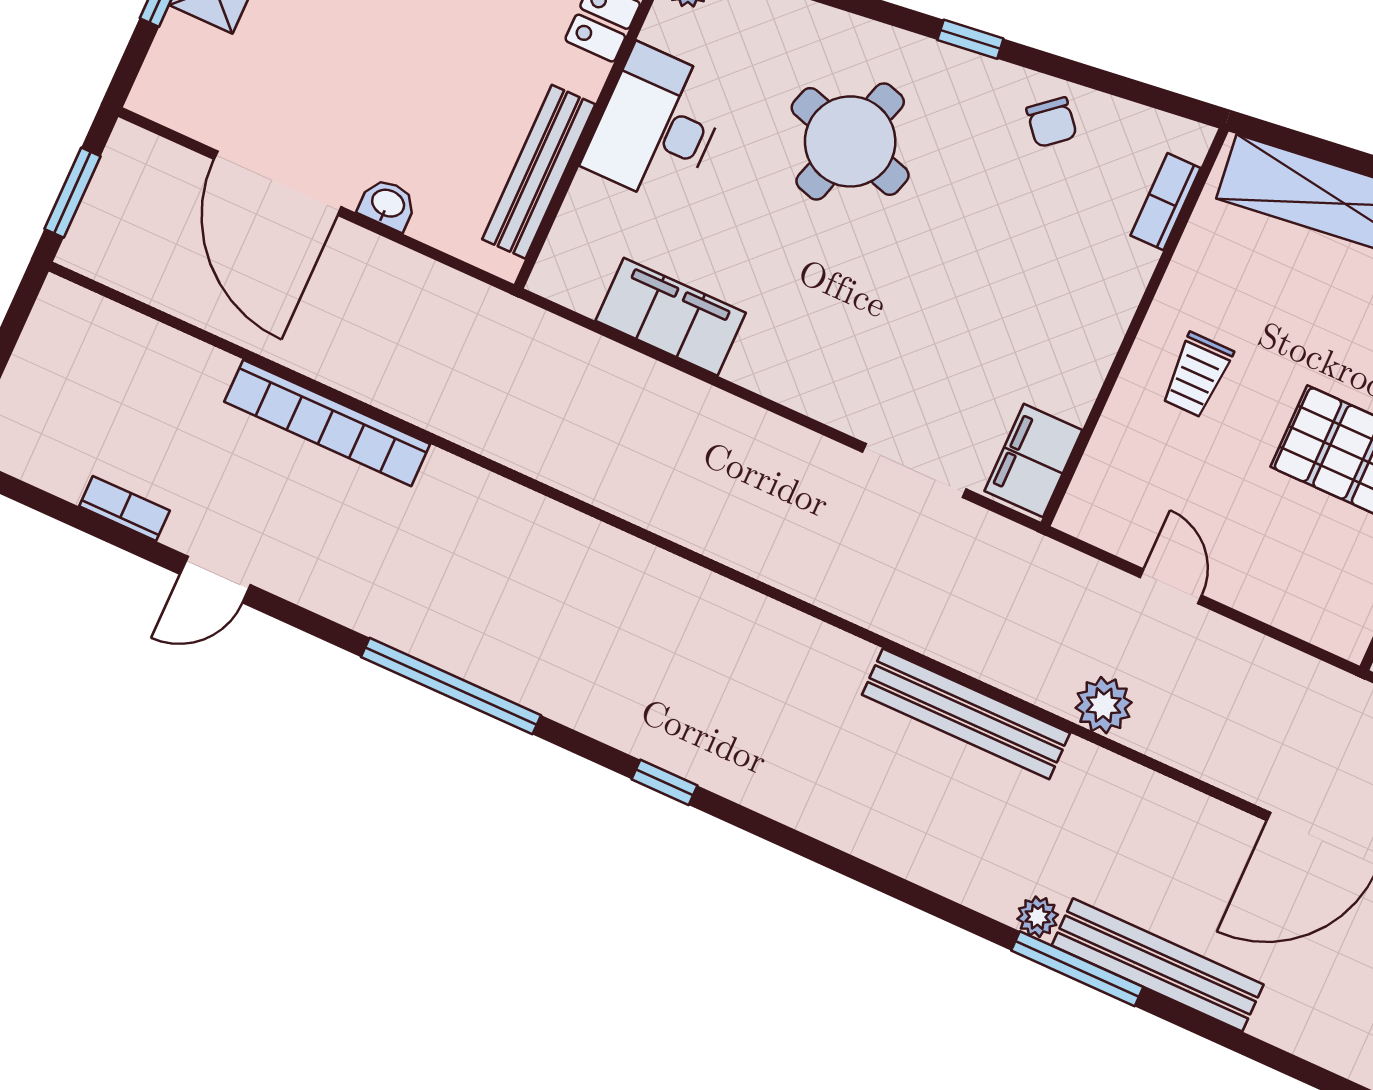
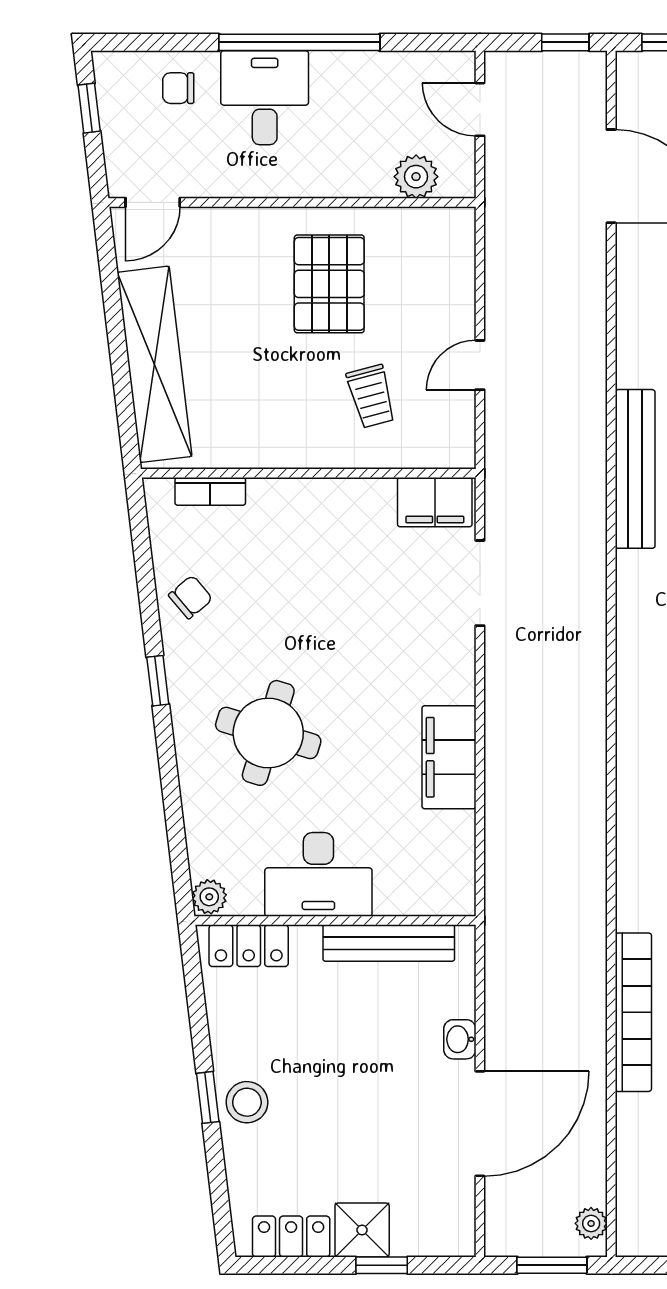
filing cabinet: (671, 317) -> (449, 757), moved
trolley: (1197, 375) -> (371, 396), moved, turned 75
plant: (1104, 705) -> (591, 1223), moved, width x0.73, depth x0.73

